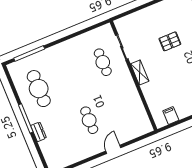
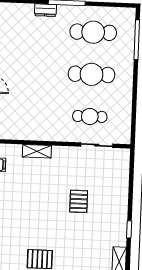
shelving: (140, 72) -> (37, 151), moved
cafe table: (89, 120) -> (91, 74), moved, width x1.37, depth x1.35

